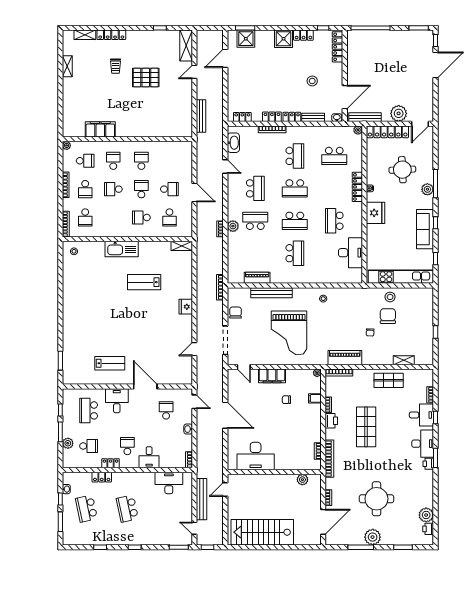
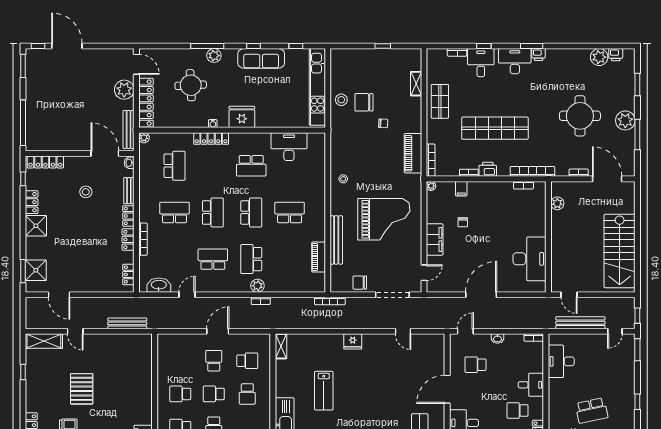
shop shelf: (366, 427) -> (495, 128), width x1.40

